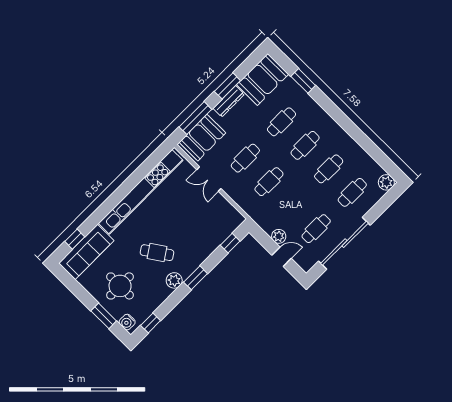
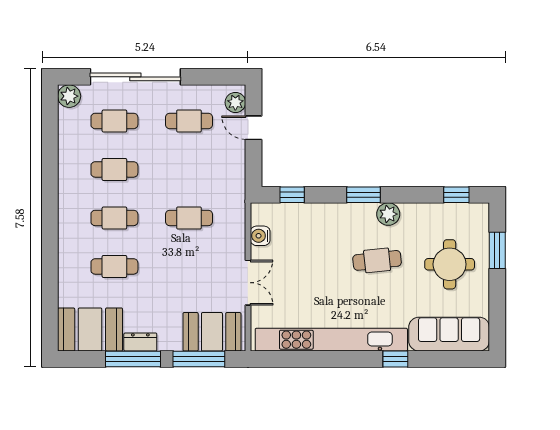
window: (303, 81) -> (50, 286), removed
window: (227, 86) -> (133, 359), width x1.44
dresser: (229, 101) -> (140, 342), width x0.70
cafe table: (245, 158) -> (189, 266), removed
plant: (279, 236) -> (235, 102), moved
window: (75, 239) -> (395, 359), moved
sliding door: (344, 243) -> (135, 77), moved
cafe table: (157, 253) -> (377, 260), turned -62
water cooler: (127, 322) -> (260, 236), moved, turned 180

